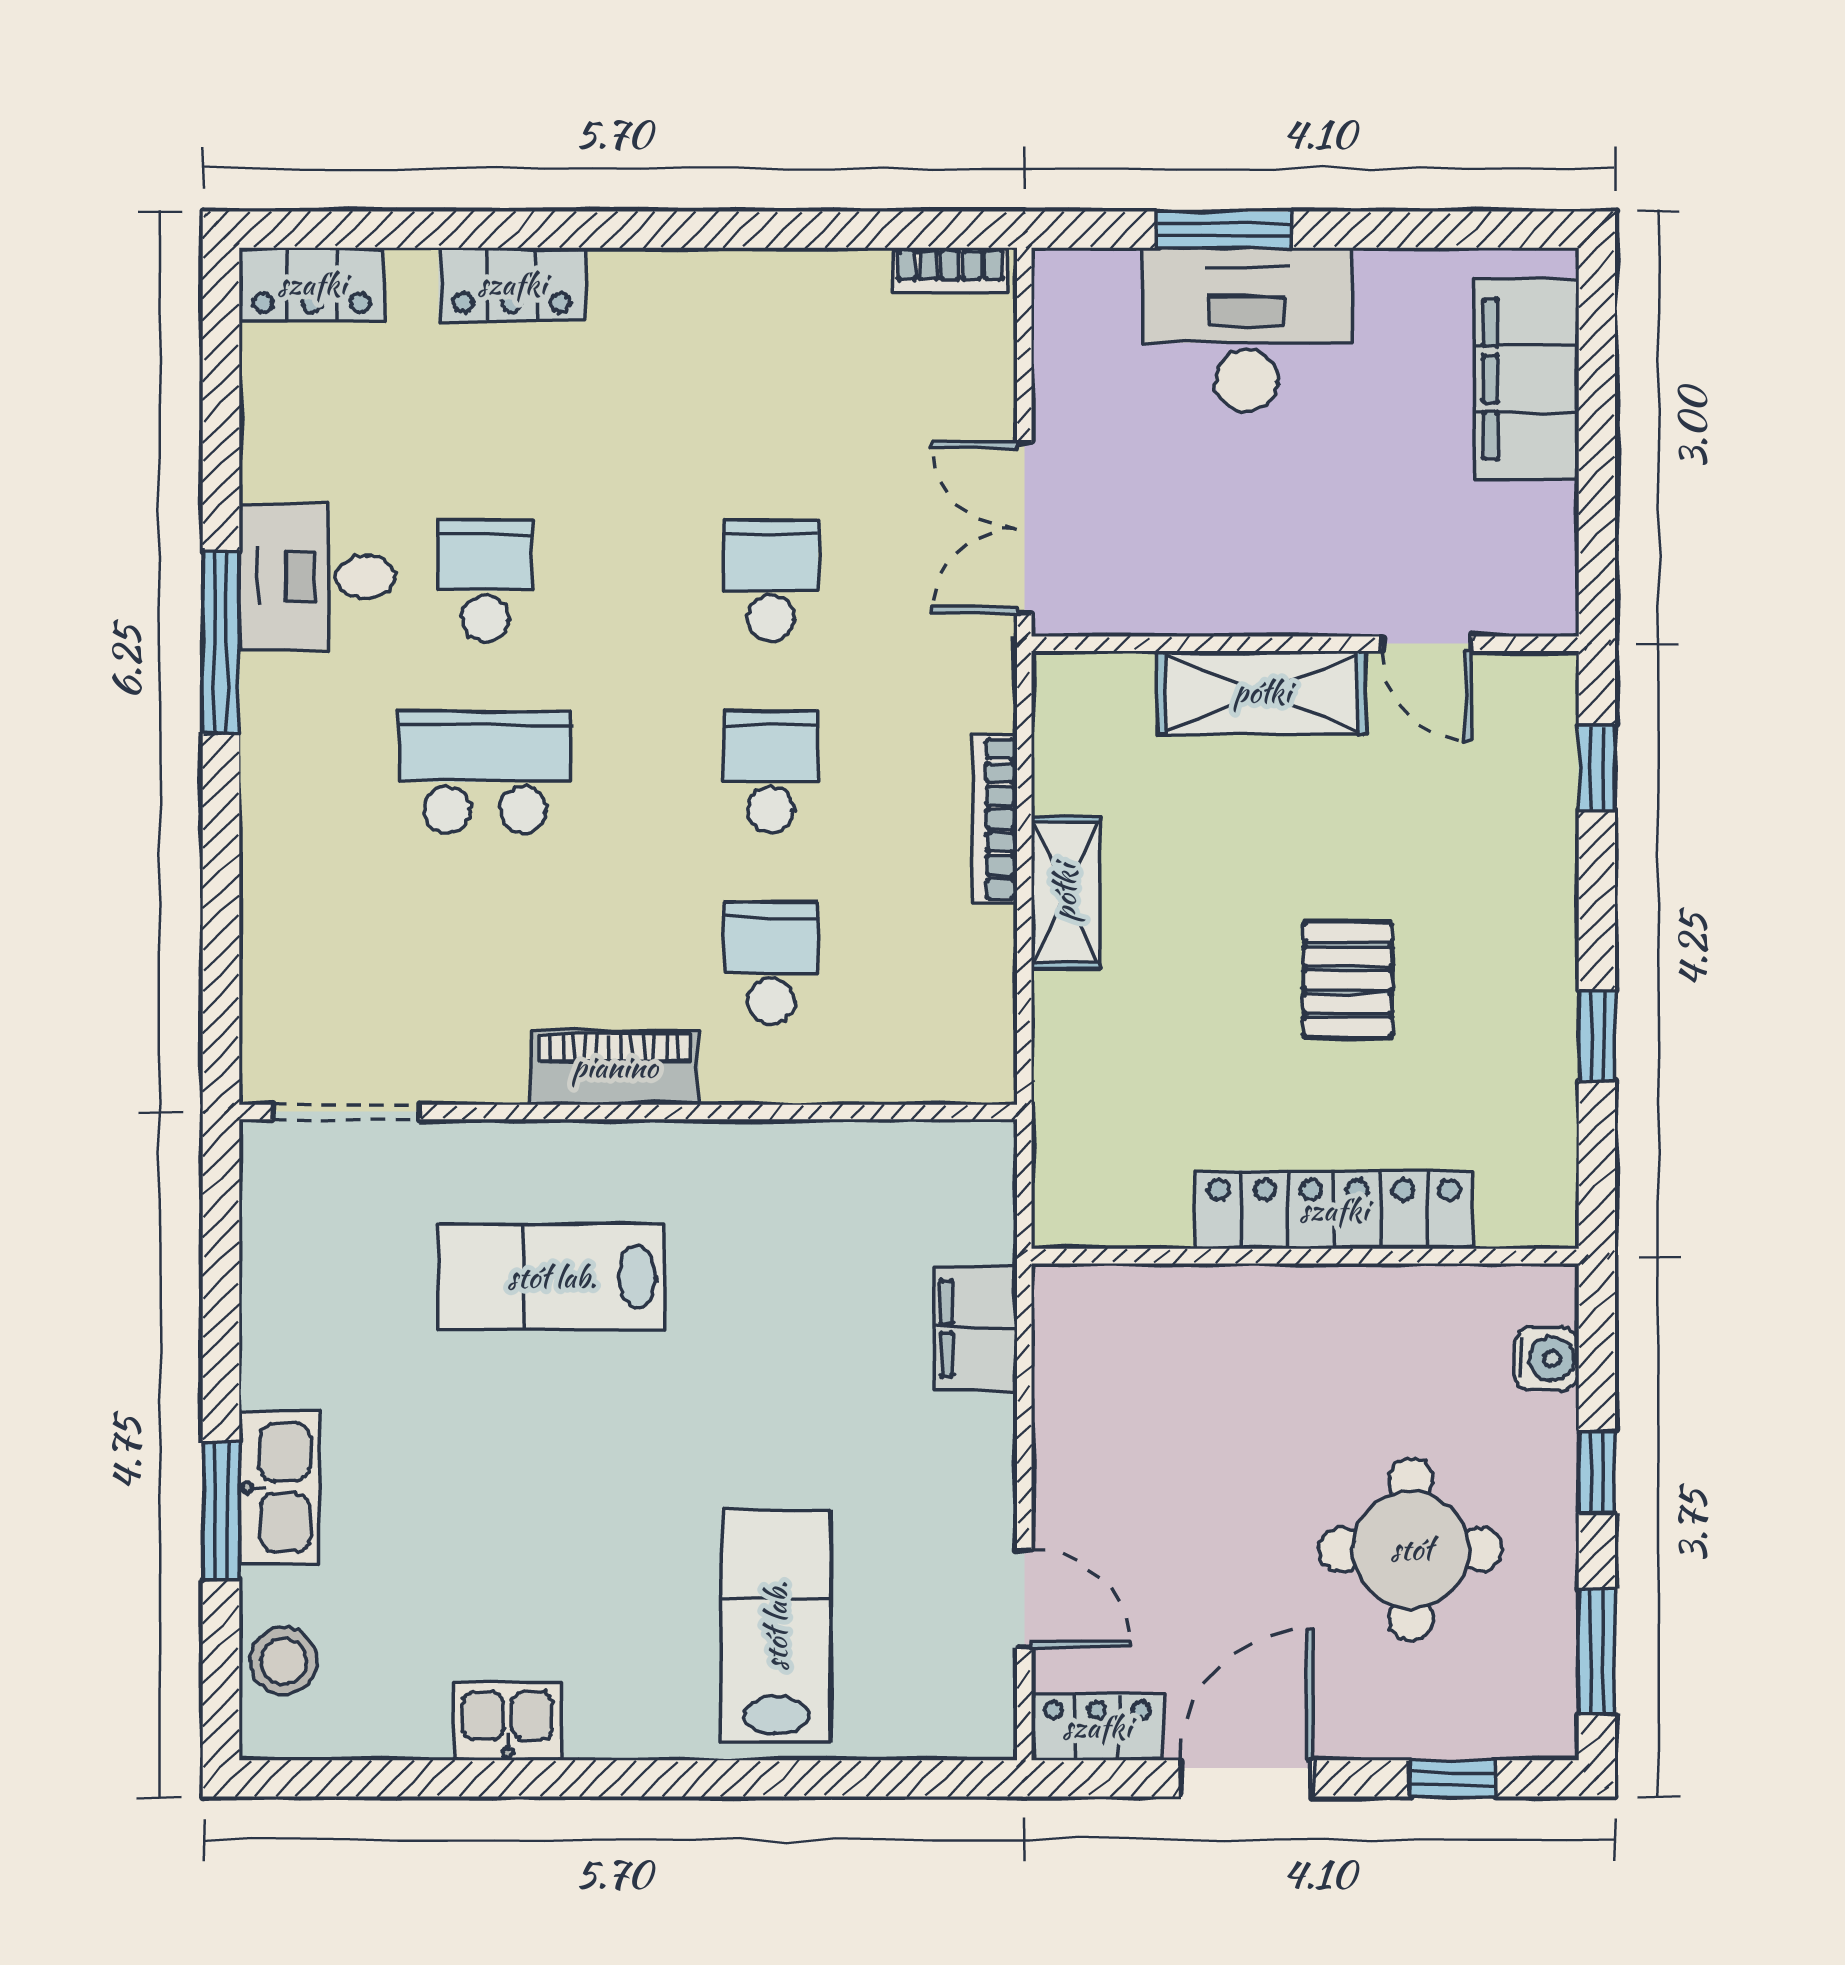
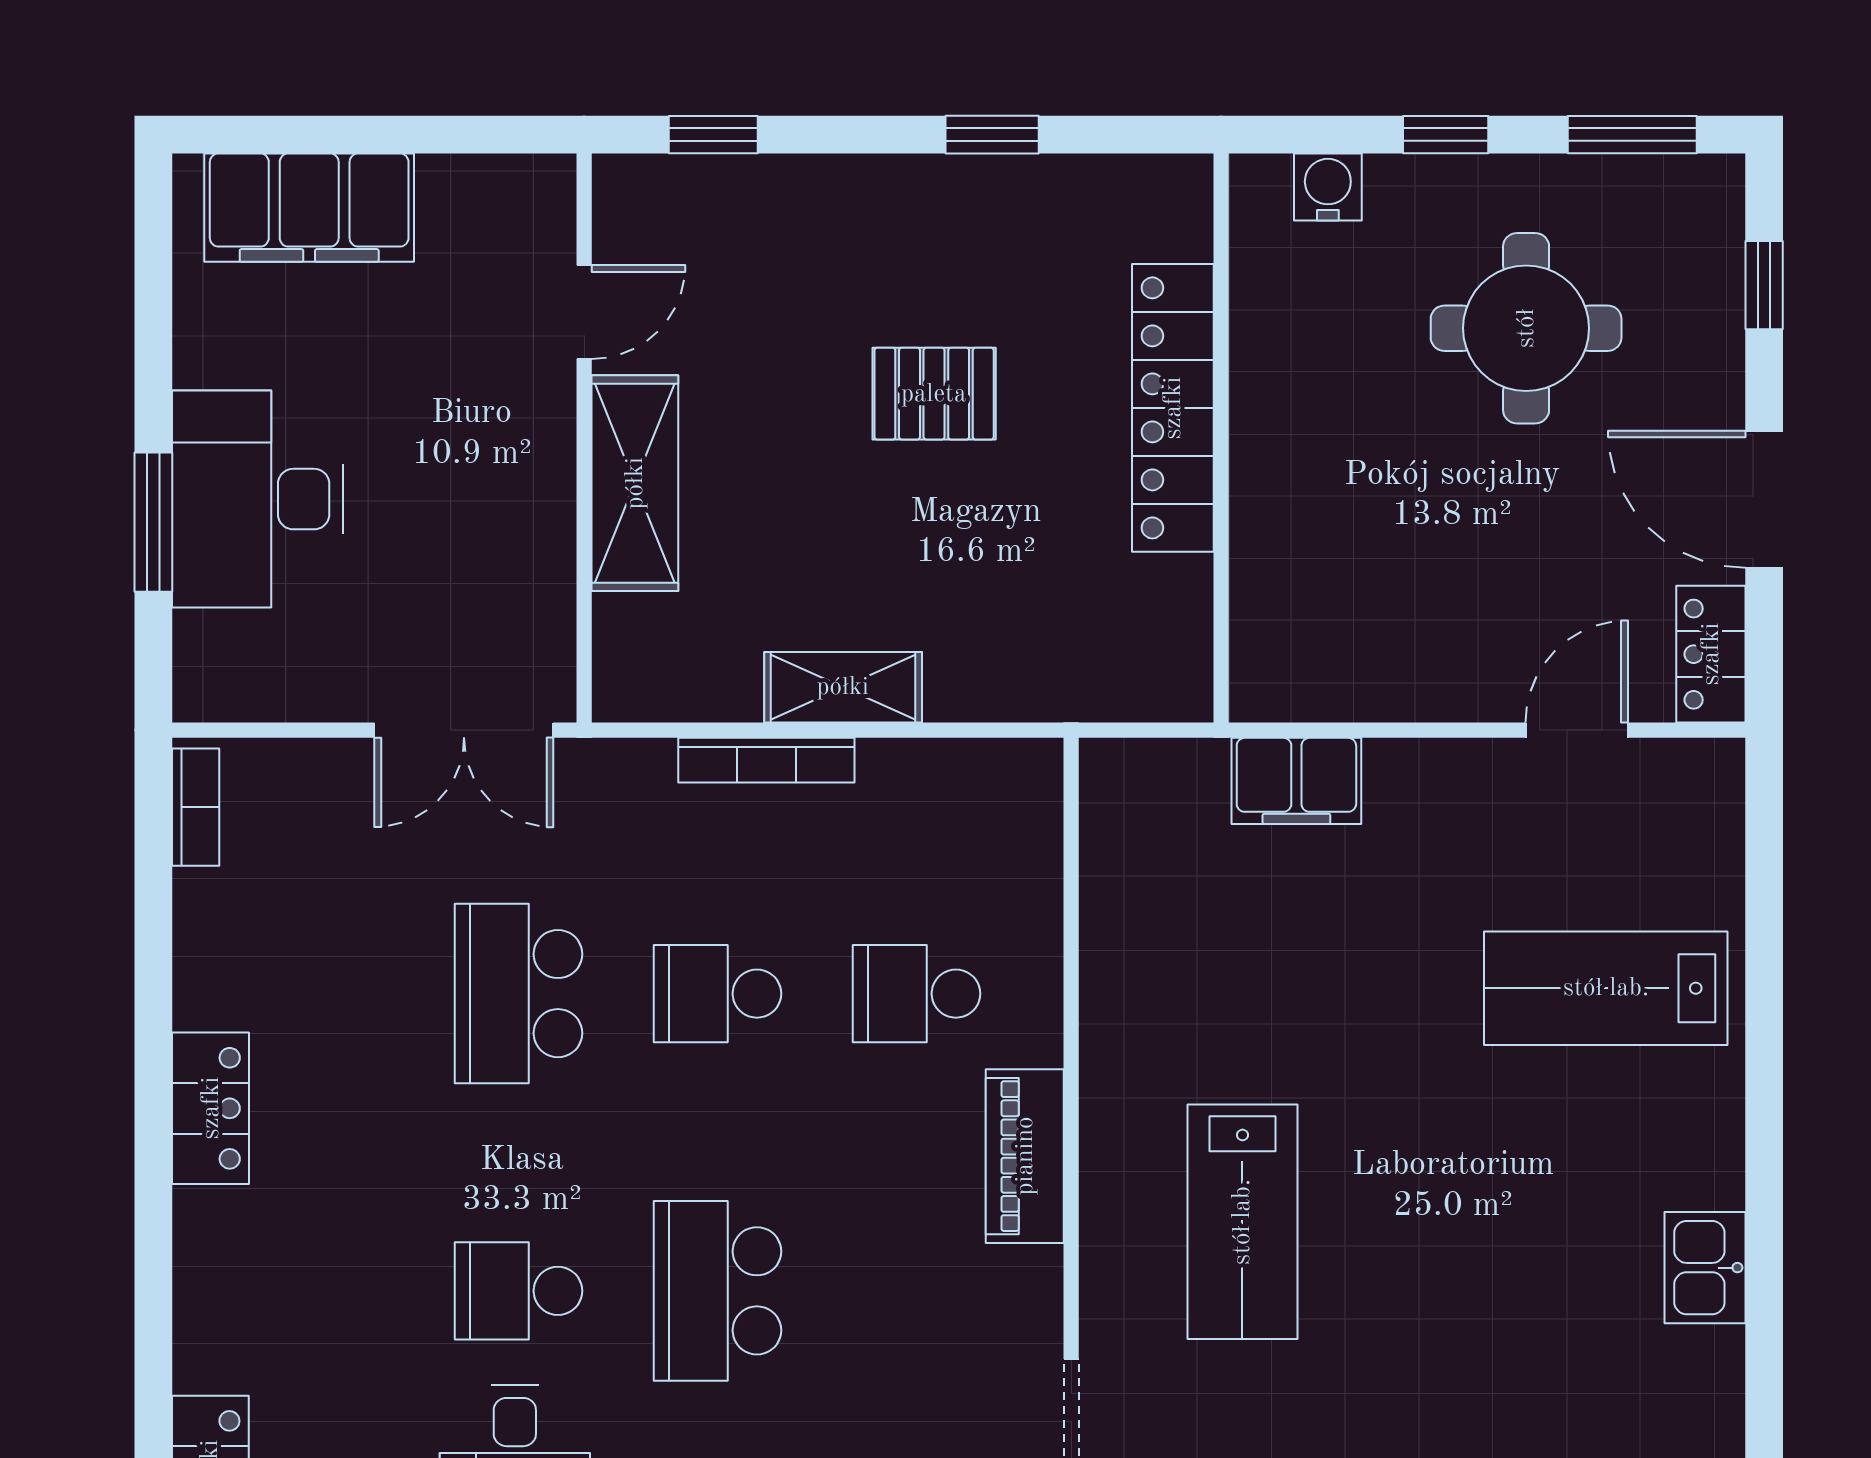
locker: (512, 284) -> (211, 1108), moved
school desk: (771, 580) -> (518, 994), width x1.85

